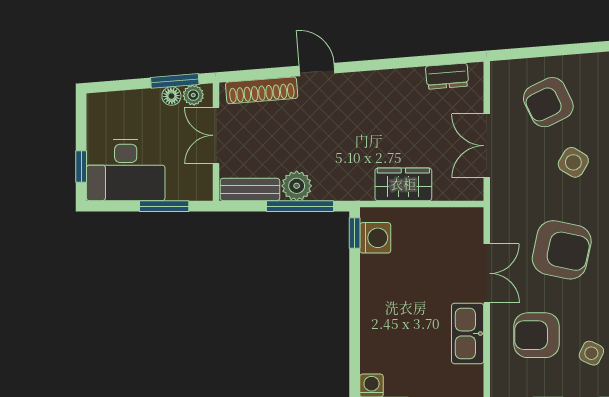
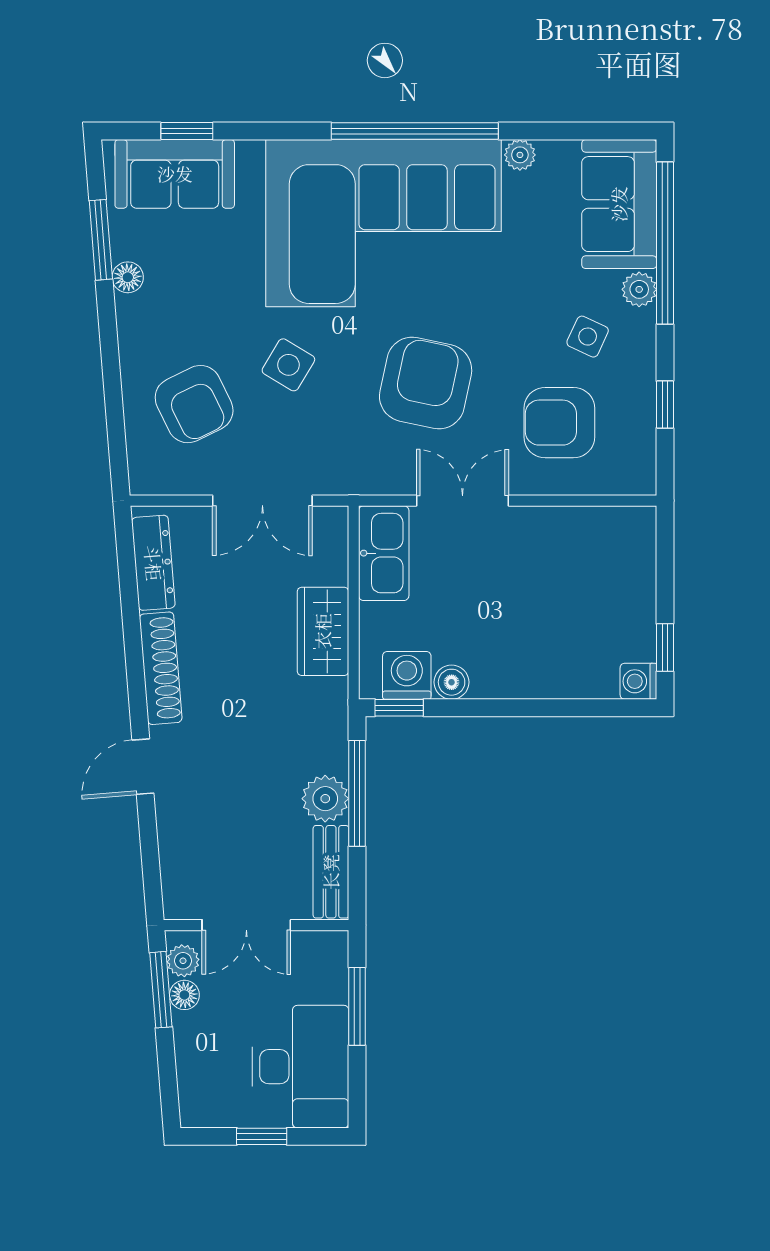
dresser: (447, 76) -> (153, 563), width x1.44
shoe rack: (262, 90) -> (161, 668), moved
window: (81, 167) -> (262, 1136), moved
boiler: (371, 266) -> (452, 682), added
kitchen sink: (468, 333) -> (384, 553), moved, turned -90
armchair: (536, 335) -> (559, 423), turned 90

